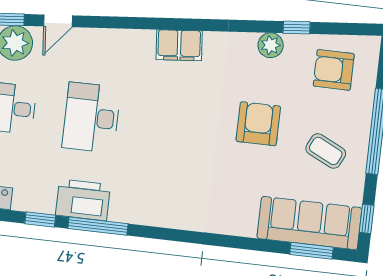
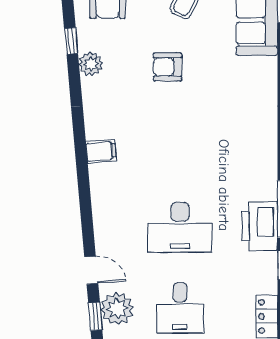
filing cabinet: (179, 45) -> (101, 151), width x0.50
armchair: (258, 124) -> (168, 67), width x0.72, depth x0.72

